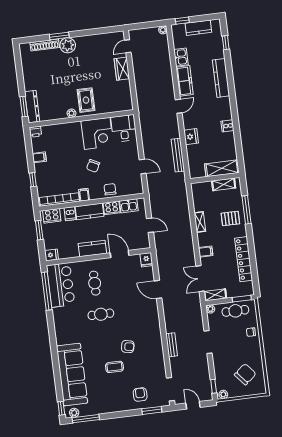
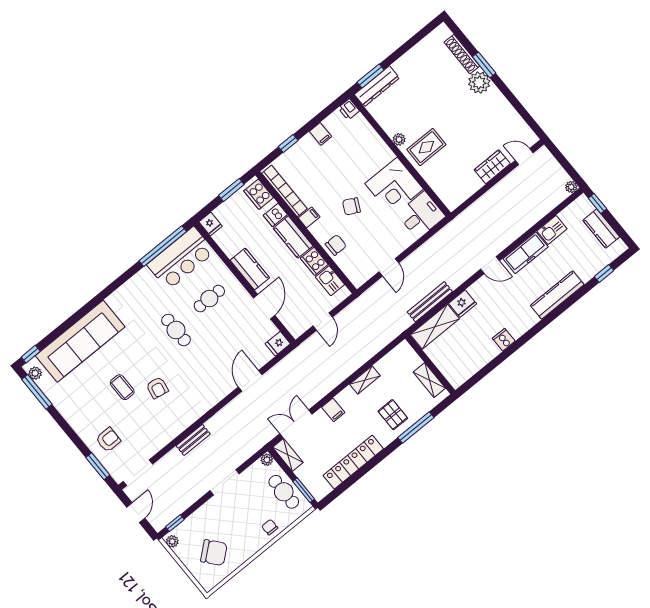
shelving: (222, 168) -> (435, 327), moved, turned 90

